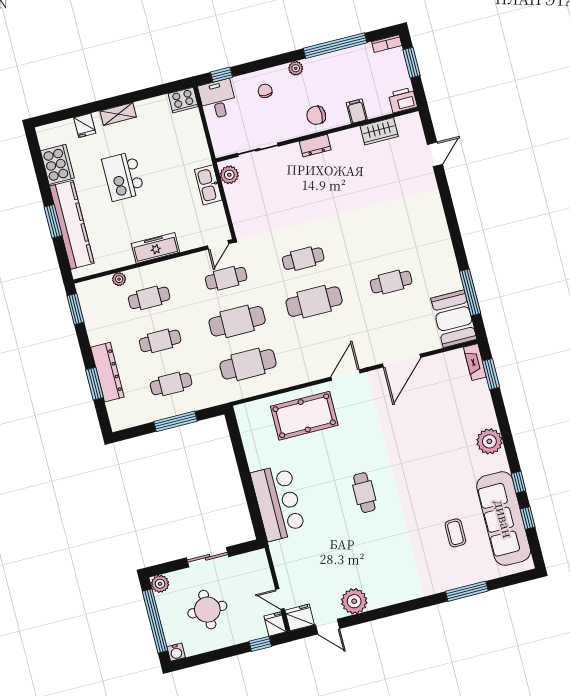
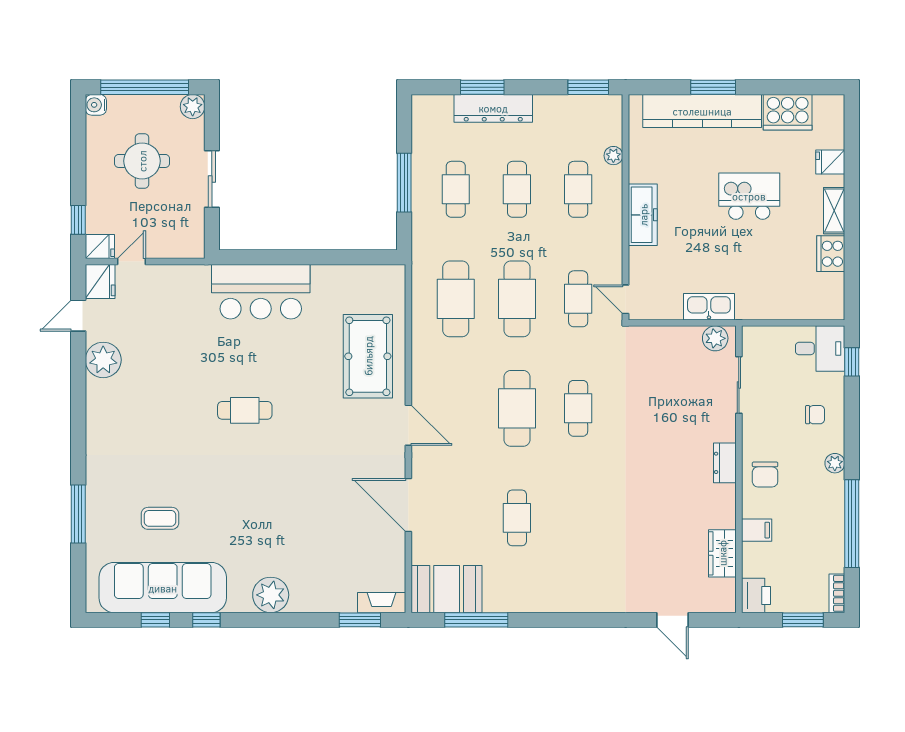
cooker: (183, 100) -> (831, 254), moved
chair: (316, 115) -> (765, 475), turned 180

